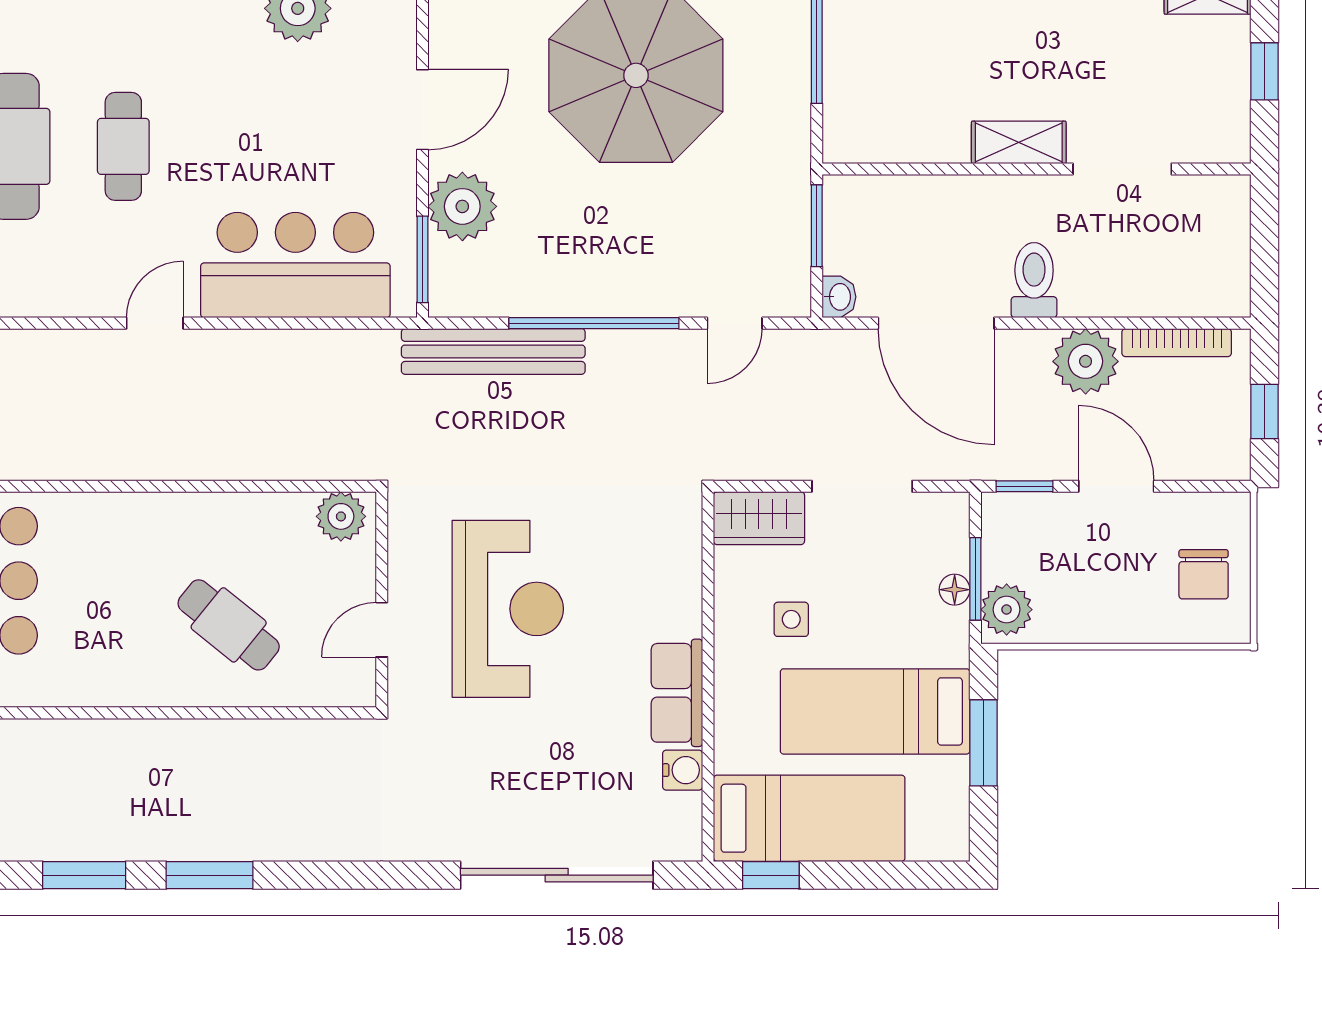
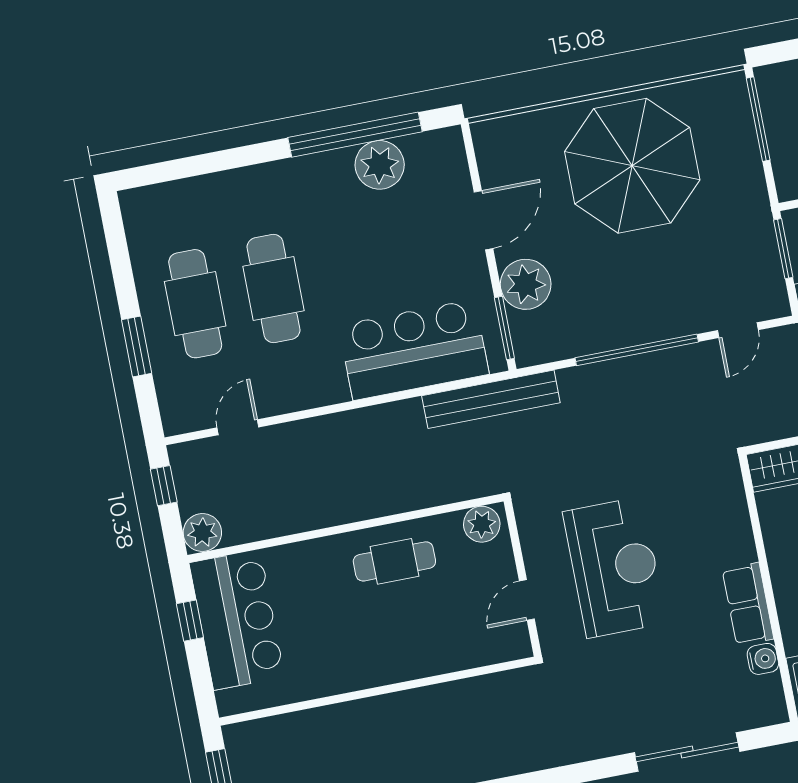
cafe table: (123, 146) -> (274, 289), width x1.37, depth x1.35
door: (155, 323) -> (238, 427), moved
bench: (493, 351) -> (491, 399), moved
cafe table: (229, 625) -> (394, 561), moved, turned -39
sliding door: (557, 875) -> (687, 752), width x0.73

